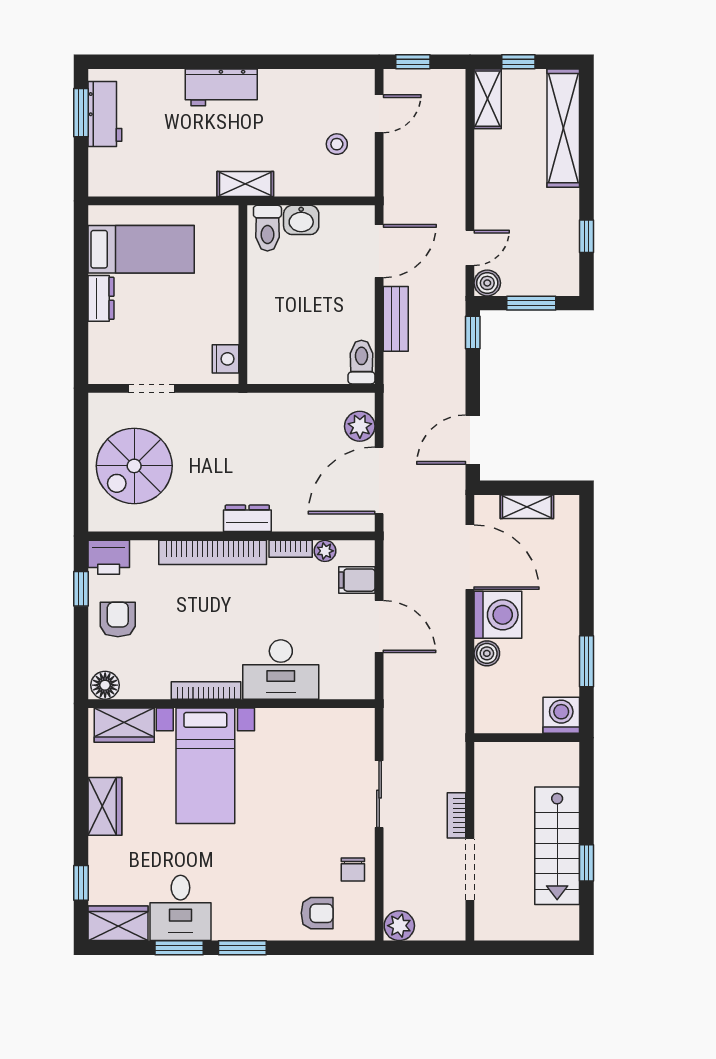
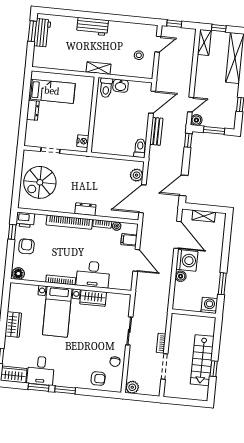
wardrobe: (124, 725) -> (93, 298), moved

